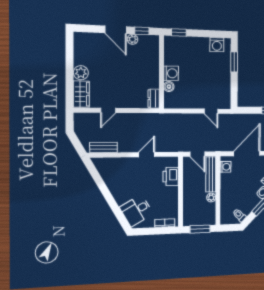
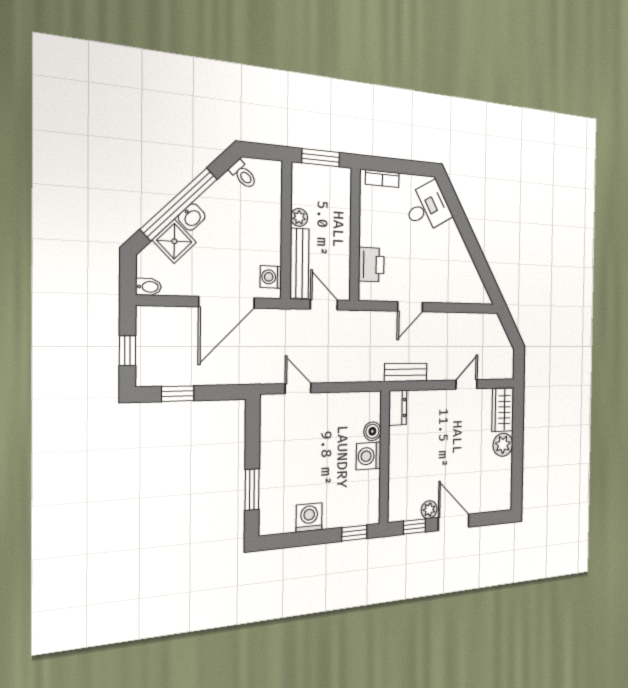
washing machine: (217, 45) -> (309, 517), moved
bench: (104, 147) -> (406, 372), moved

